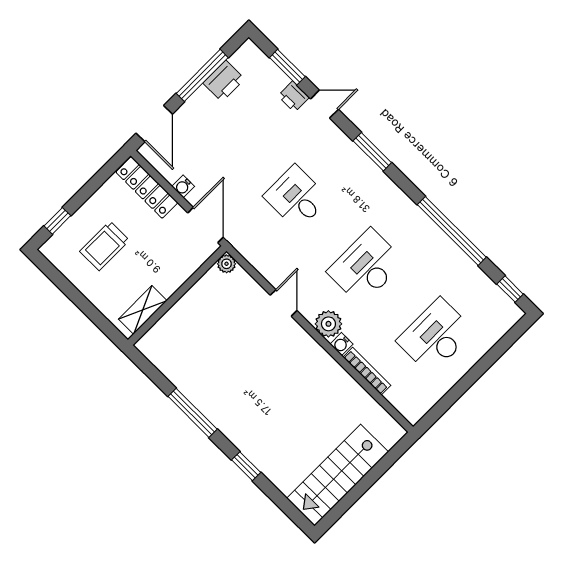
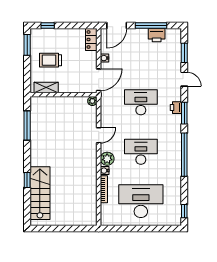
printer: (294, 97) -> (176, 108), moved
locker: (147, 187) -> (91, 40), width x0.66
desk: (296, 197) -> (141, 102), width x1.37
window: (452, 231) -> (184, 155), moved
trolley: (105, 246) -> (50, 60), moved
window: (56, 277) -> (27, 45), added
desk: (435, 336) -> (141, 201), width x1.36, depth x1.30
window: (193, 413) -> (27, 126), moved
stairs: (338, 475) -> (40, 193), moved, turned 90

